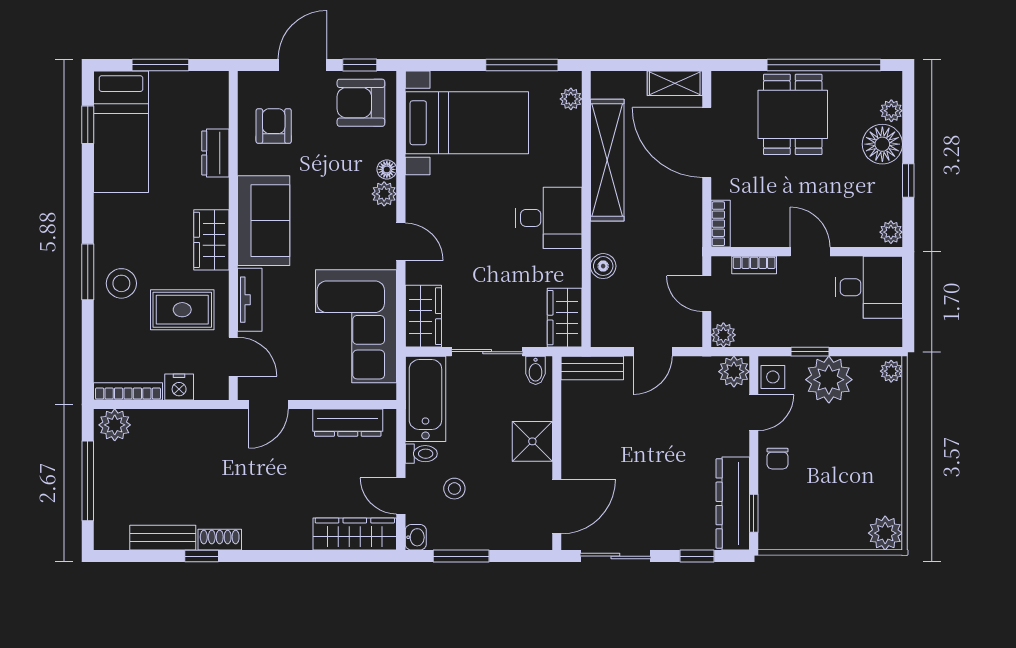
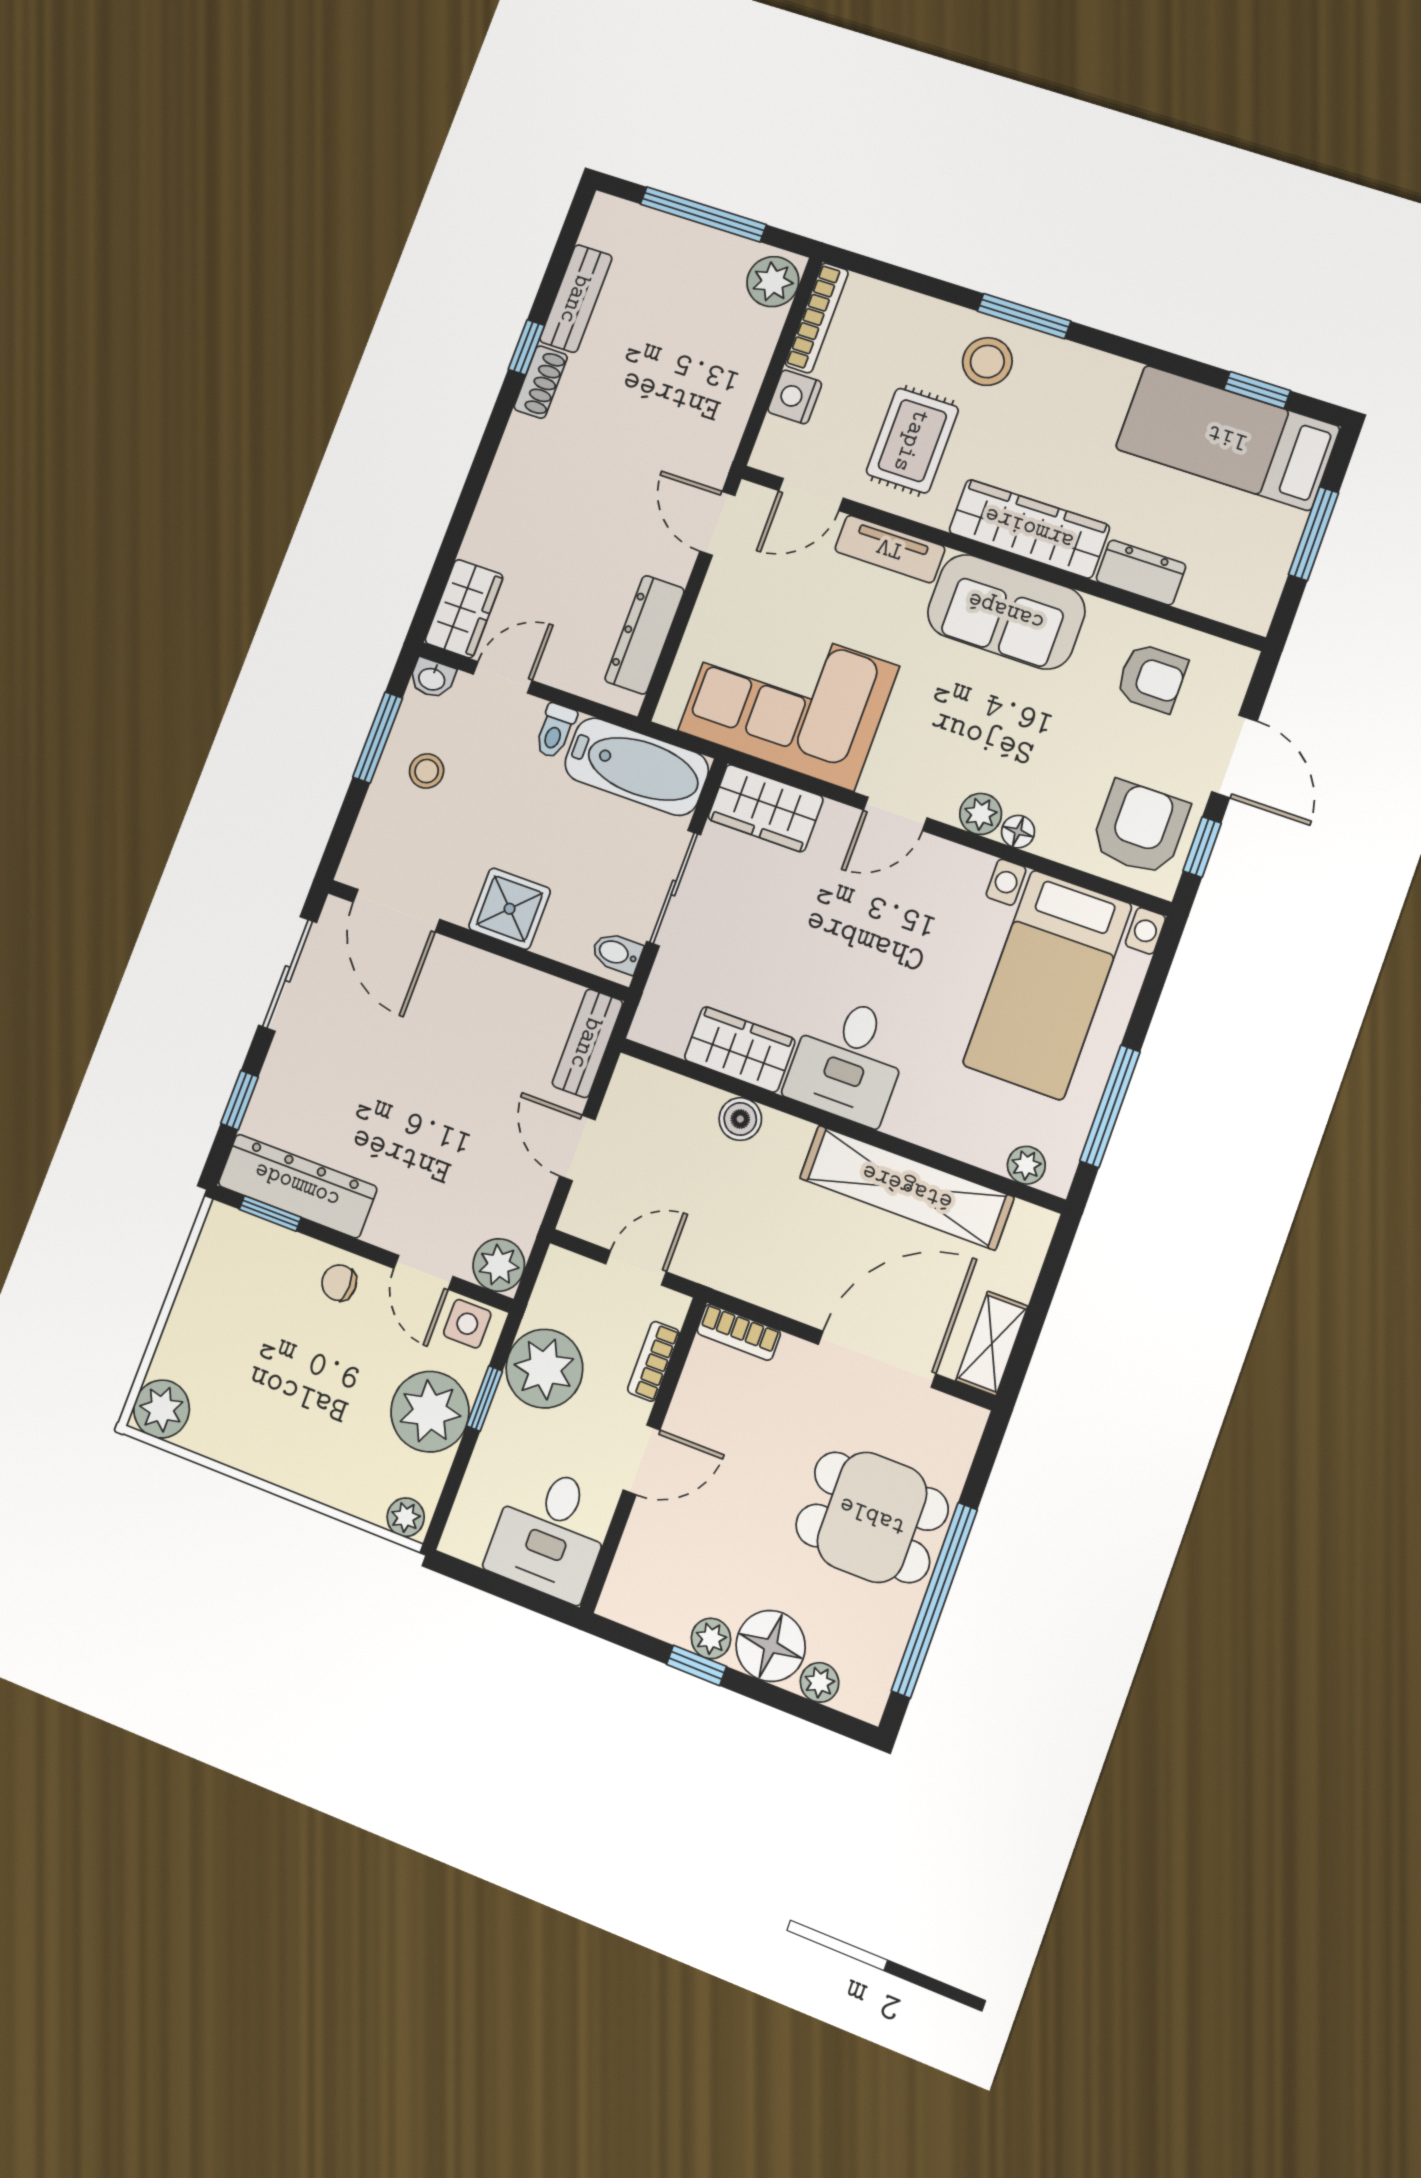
plant: (891, 232) -> (711, 1638), moved
wardrobe: (211, 240) -> (1029, 529), width x1.50
wardrobe: (565, 318) -> (740, 1049), moved
plant: (723, 335) -> (544, 1369), moved, width x1.87, depth x1.87
stool: (454, 489) -> (427, 771), moved
wardrobe: (355, 534) -> (464, 609), width x0.67

